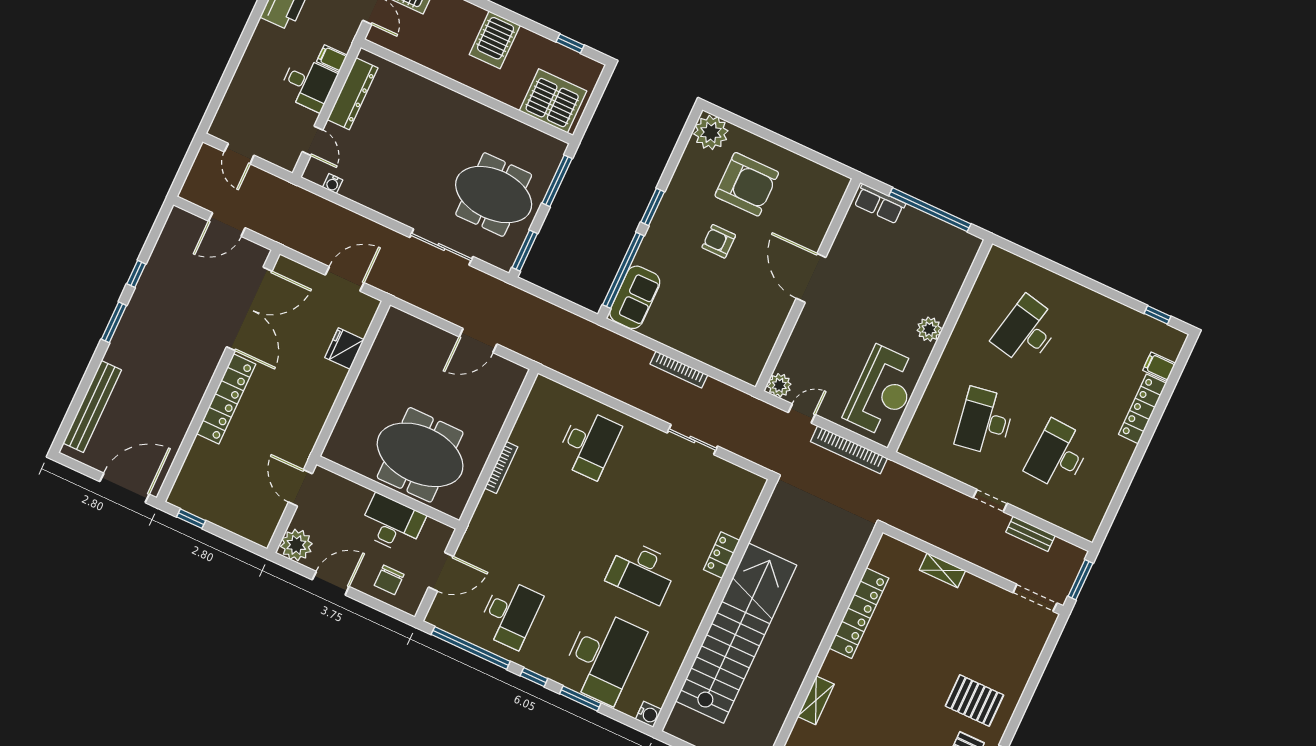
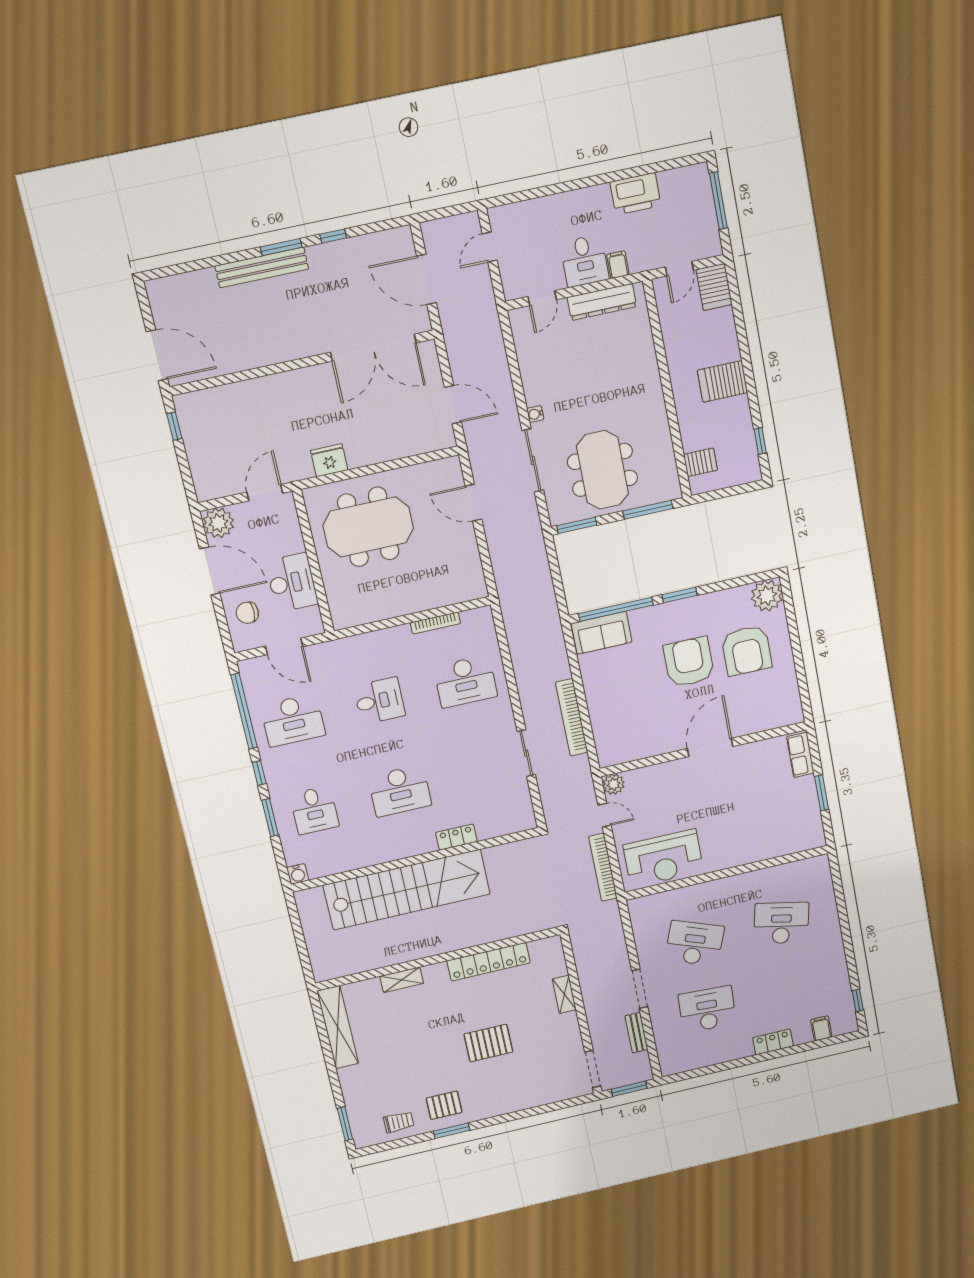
server rack: (553, 101) -> (700, 462), width x0.46, depth x0.70
water cooler: (333, 184) -> (535, 414), moved
window: (930, 210) -> (822, 793), width x0.47
door: (227, 224) -> (427, 280), width x1.36
armchair: (719, 241) -> (689, 662), width x1.88, depth x1.88
plant: (929, 329) -> (733, 857), removed
door: (478, 340) -> (474, 503), moved
fridge: (344, 349) -> (329, 460), moved
bookcase: (679, 370) -> (572, 717), width x1.48, depth x1.31
locker: (226, 399) -> (289, 383), removed
bench: (92, 406) -> (262, 267), moved
locker: (1142, 409) -> (773, 1042), width x0.66
desk: (985, 421) -> (694, 943), turned 30
meeting table: (420, 455) -> (368, 527), moved, turned 90
bookcase: (501, 467) -> (435, 623), moved
doorway: (990, 501) -> (640, 989), width x1.38
desk: (549, 529) -> (379, 701), added
desk: (642, 572) -> (400, 791), turned -90
door: (331, 583) -> (210, 571), width x1.36
desk: (603, 657) -> (314, 810), width x0.53, depth x0.77
pallet: (974, 701) -> (488, 1043), moved, turned 90

